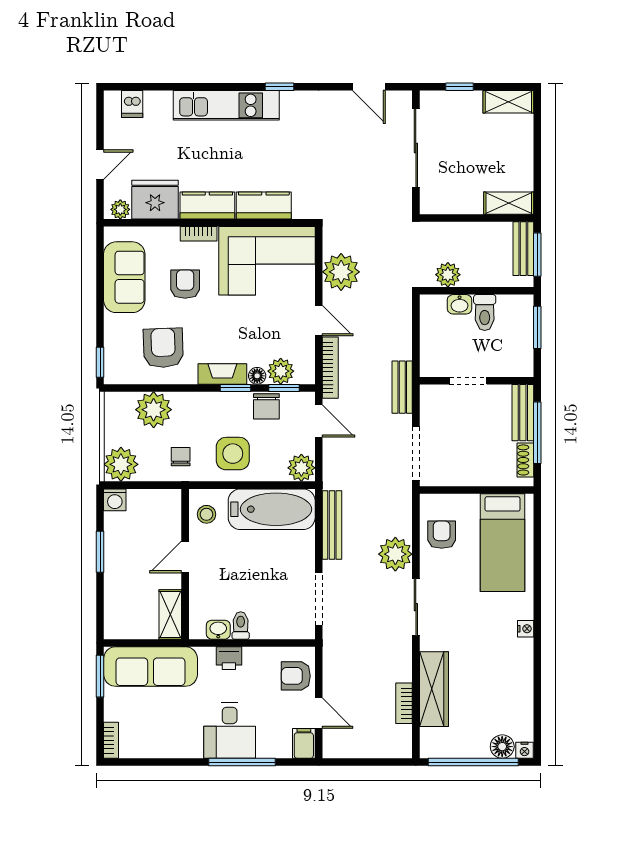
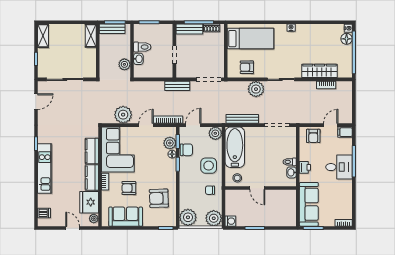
fireplace: (222, 374) -> (171, 170), removed
plant: (154, 410) -> (188, 217), moved
shelving: (170, 614) -> (284, 195), removed

